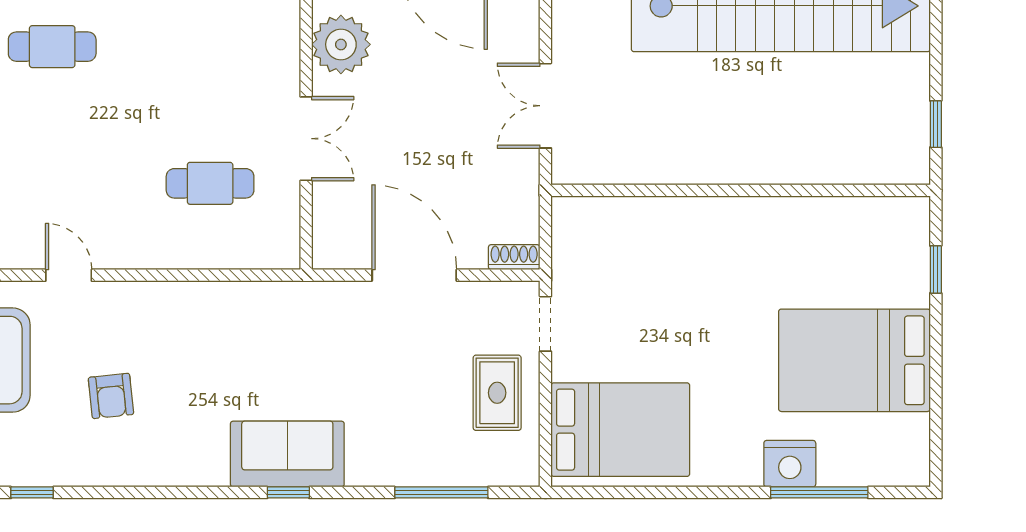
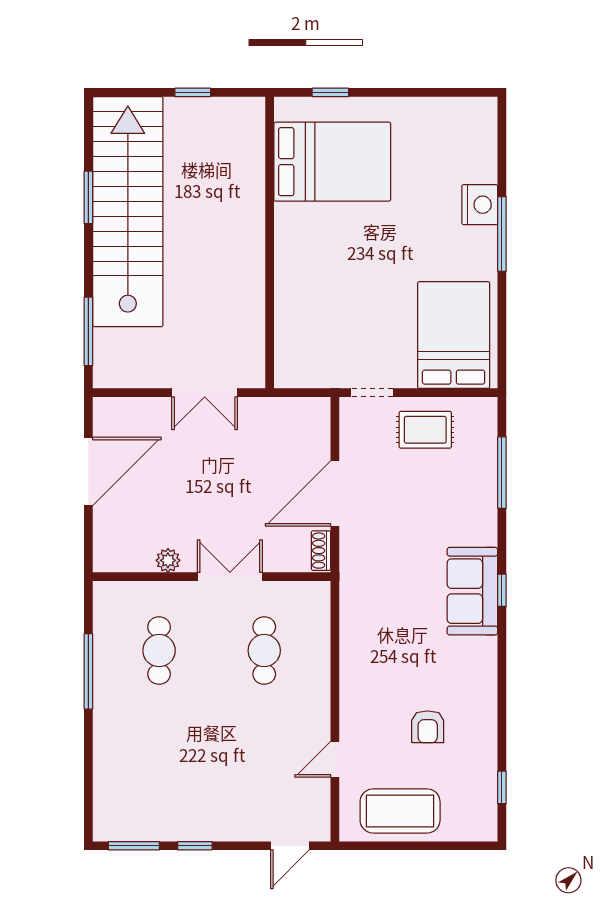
plant: (341, 44) -> (168, 560), width x0.53, depth x0.53
cafe table: (52, 47) -> (159, 651), moved
window: (936, 124) -> (193, 92), moved
shoe rack: (514, 257) -> (321, 551), moved
bed: (854, 360) -> (332, 162), moved, turned -90
armchair: (111, 396) -> (428, 727), turned 96
window: (819, 492) -> (502, 234), moved

